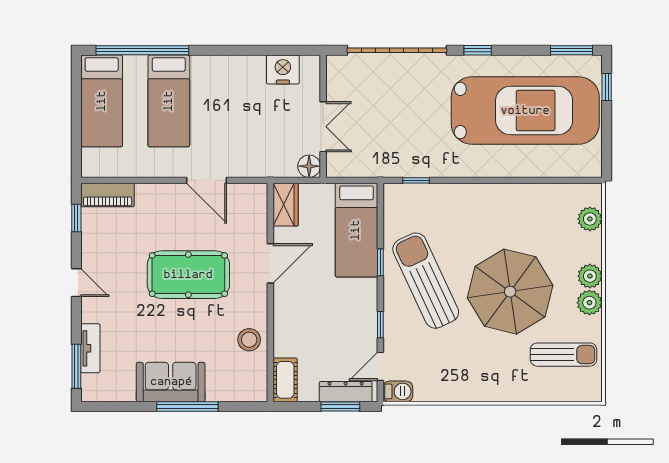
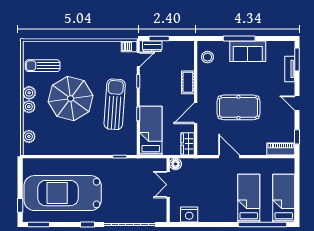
sun lounger: (426, 281) -> (115, 104), turned -151
stool: (249, 340) -> (207, 57), moved
cot: (285, 380) -> (188, 82), moved
dresser: (346, 392) -> (152, 46), width x0.70

